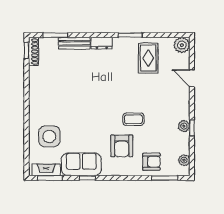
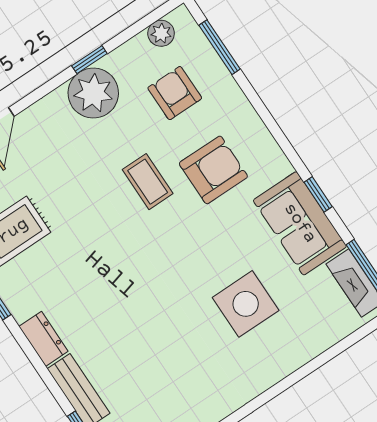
plant: (184, 126) -> (93, 93), width x1.87, depth x1.87
side table: (49, 136) -> (246, 304), moved
armchair: (151, 162) -> (175, 93), moved

